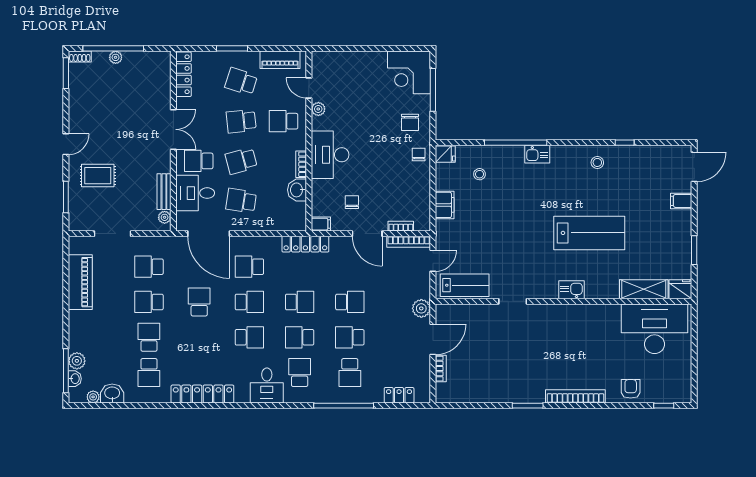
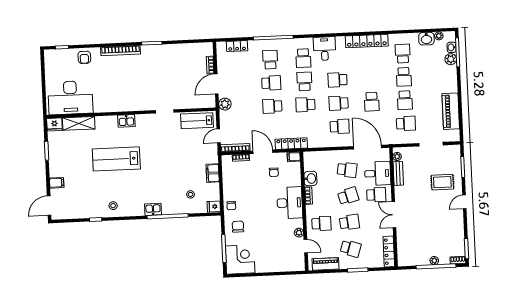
locker: (305, 244) -> (291, 144), moved
school desk: (149, 302) -> (405, 100), turned 90
school desk: (300, 337) -> (304, 81), turned -90

